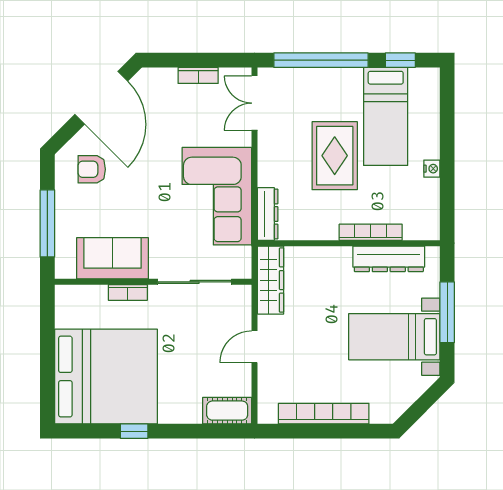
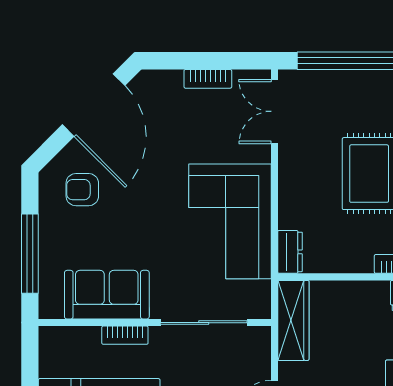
dresser: (268, 214) -> (290, 252), width x0.70

